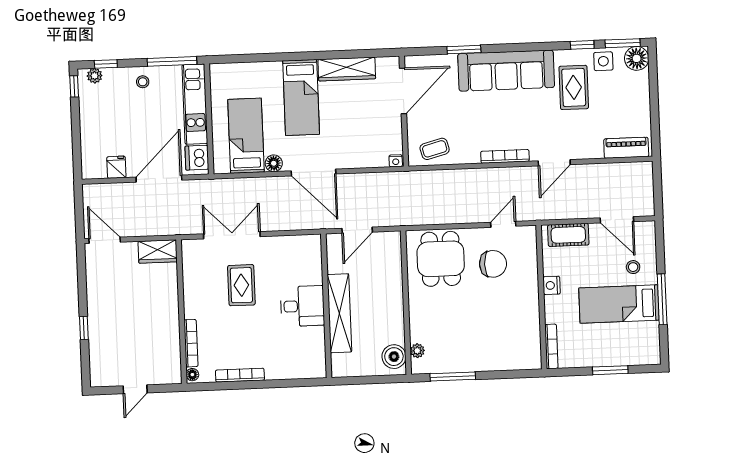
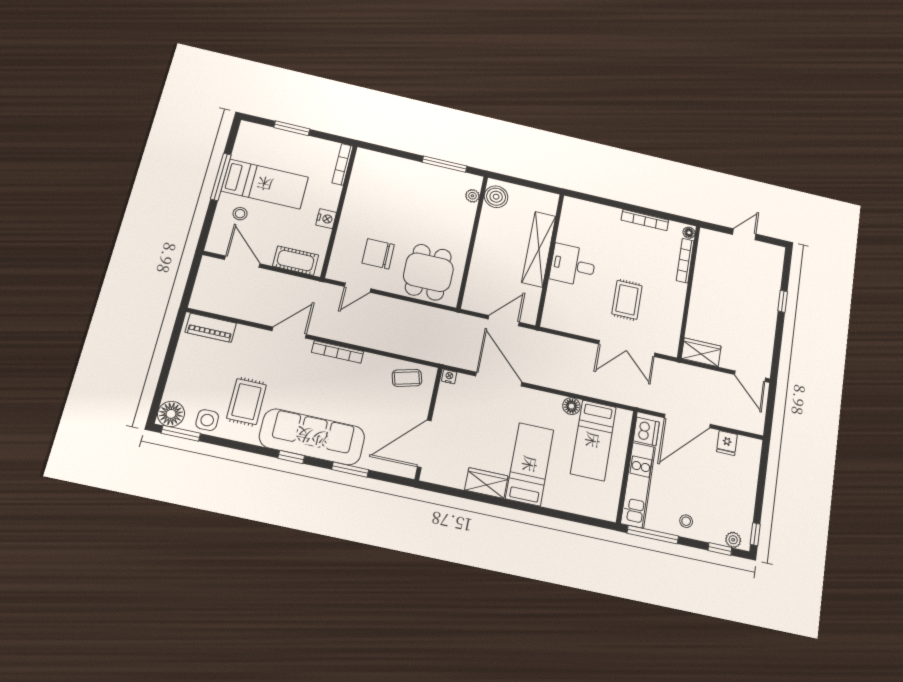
window: (582, 45) -> (291, 457), moved
wardrobe: (347, 69) -> (486, 483), width x0.67
door: (314, 172) -> (499, 379), moved

